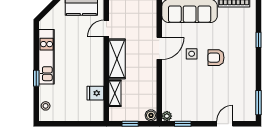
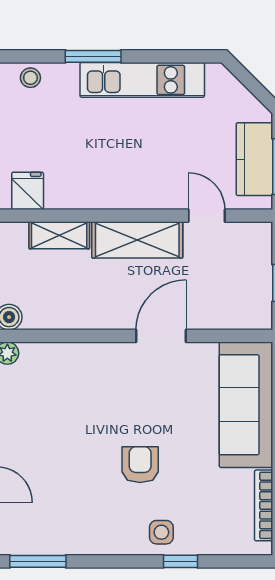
door: (159, 48) -> (161, 336), swing flipped
side table: (192, 54) -> (161, 532), moved
window: (36, 78) -> (93, 56), width x1.50
fridge: (95, 93) -> (28, 191), moved

